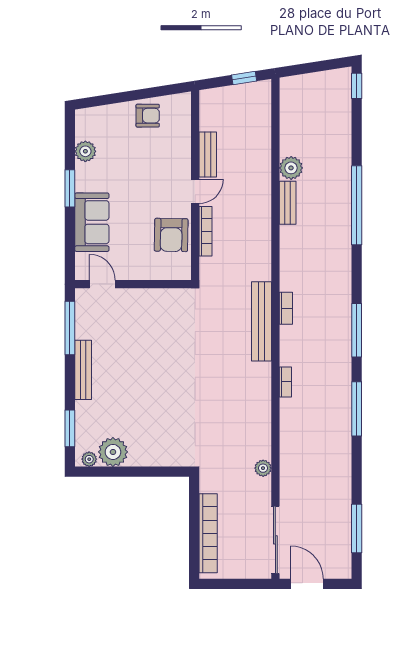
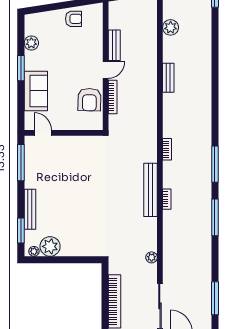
plant: (291, 168) -> (171, 27), moved
window: (357, 205) -> (215, 80), removed
bench: (262, 321) -> (151, 190), moved
bench: (83, 370) -> (30, 209), moved

